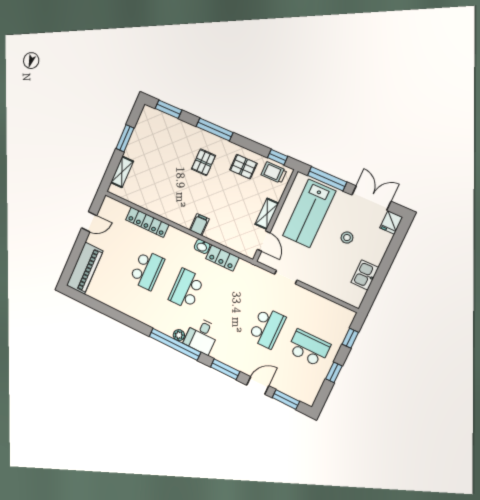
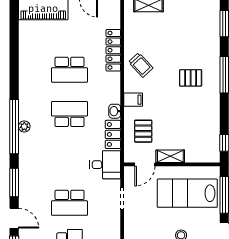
pallet: (243, 167) -> (143, 131), moved
trolley: (274, 173) -> (141, 65), moved, turned 137
desk: (202, 336) -> (105, 165), moved, turned 180

